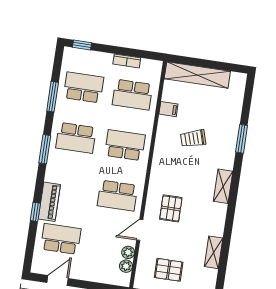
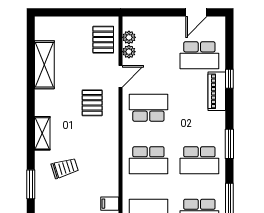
school desk: (76, 138) -> (199, 160), turned 180
trolley: (193, 138) -> (65, 168), moved
shelving: (214, 252) -> (44, 65), width x1.50, depth x1.33
pallet: (169, 270) -> (103, 40), moved, turned 90

